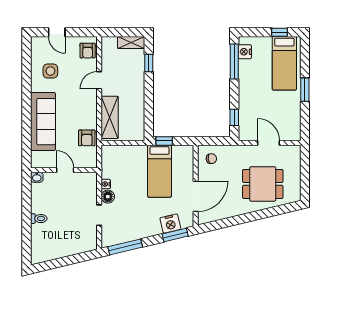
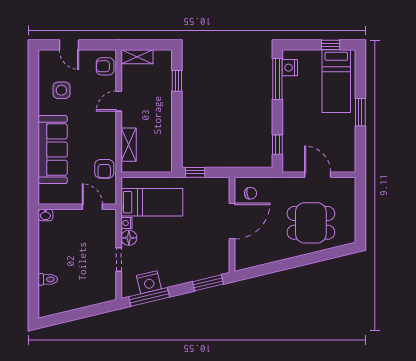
shelving: (131, 42) -> (137, 57), moved
armchair: (88, 51) -> (105, 66), turned 90
shelving: (110, 117) -> (129, 145), width x0.67, depth x0.75
door: (65, 170) -> (92, 207), moved
bed: (159, 171) -> (152, 202), moved, turned -90
door: (196, 196) -> (232, 221), moved
toilet: (39, 219) -> (48, 279), moved
nightstand: (170, 224) -> (149, 282), moved

